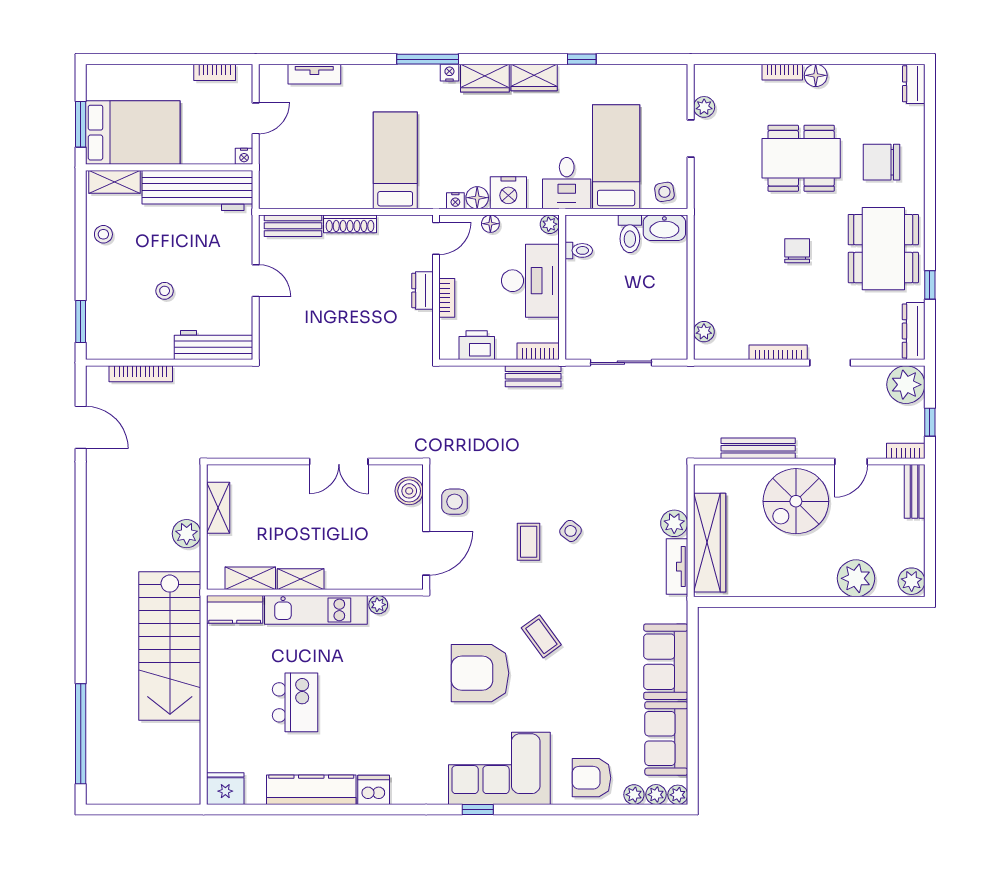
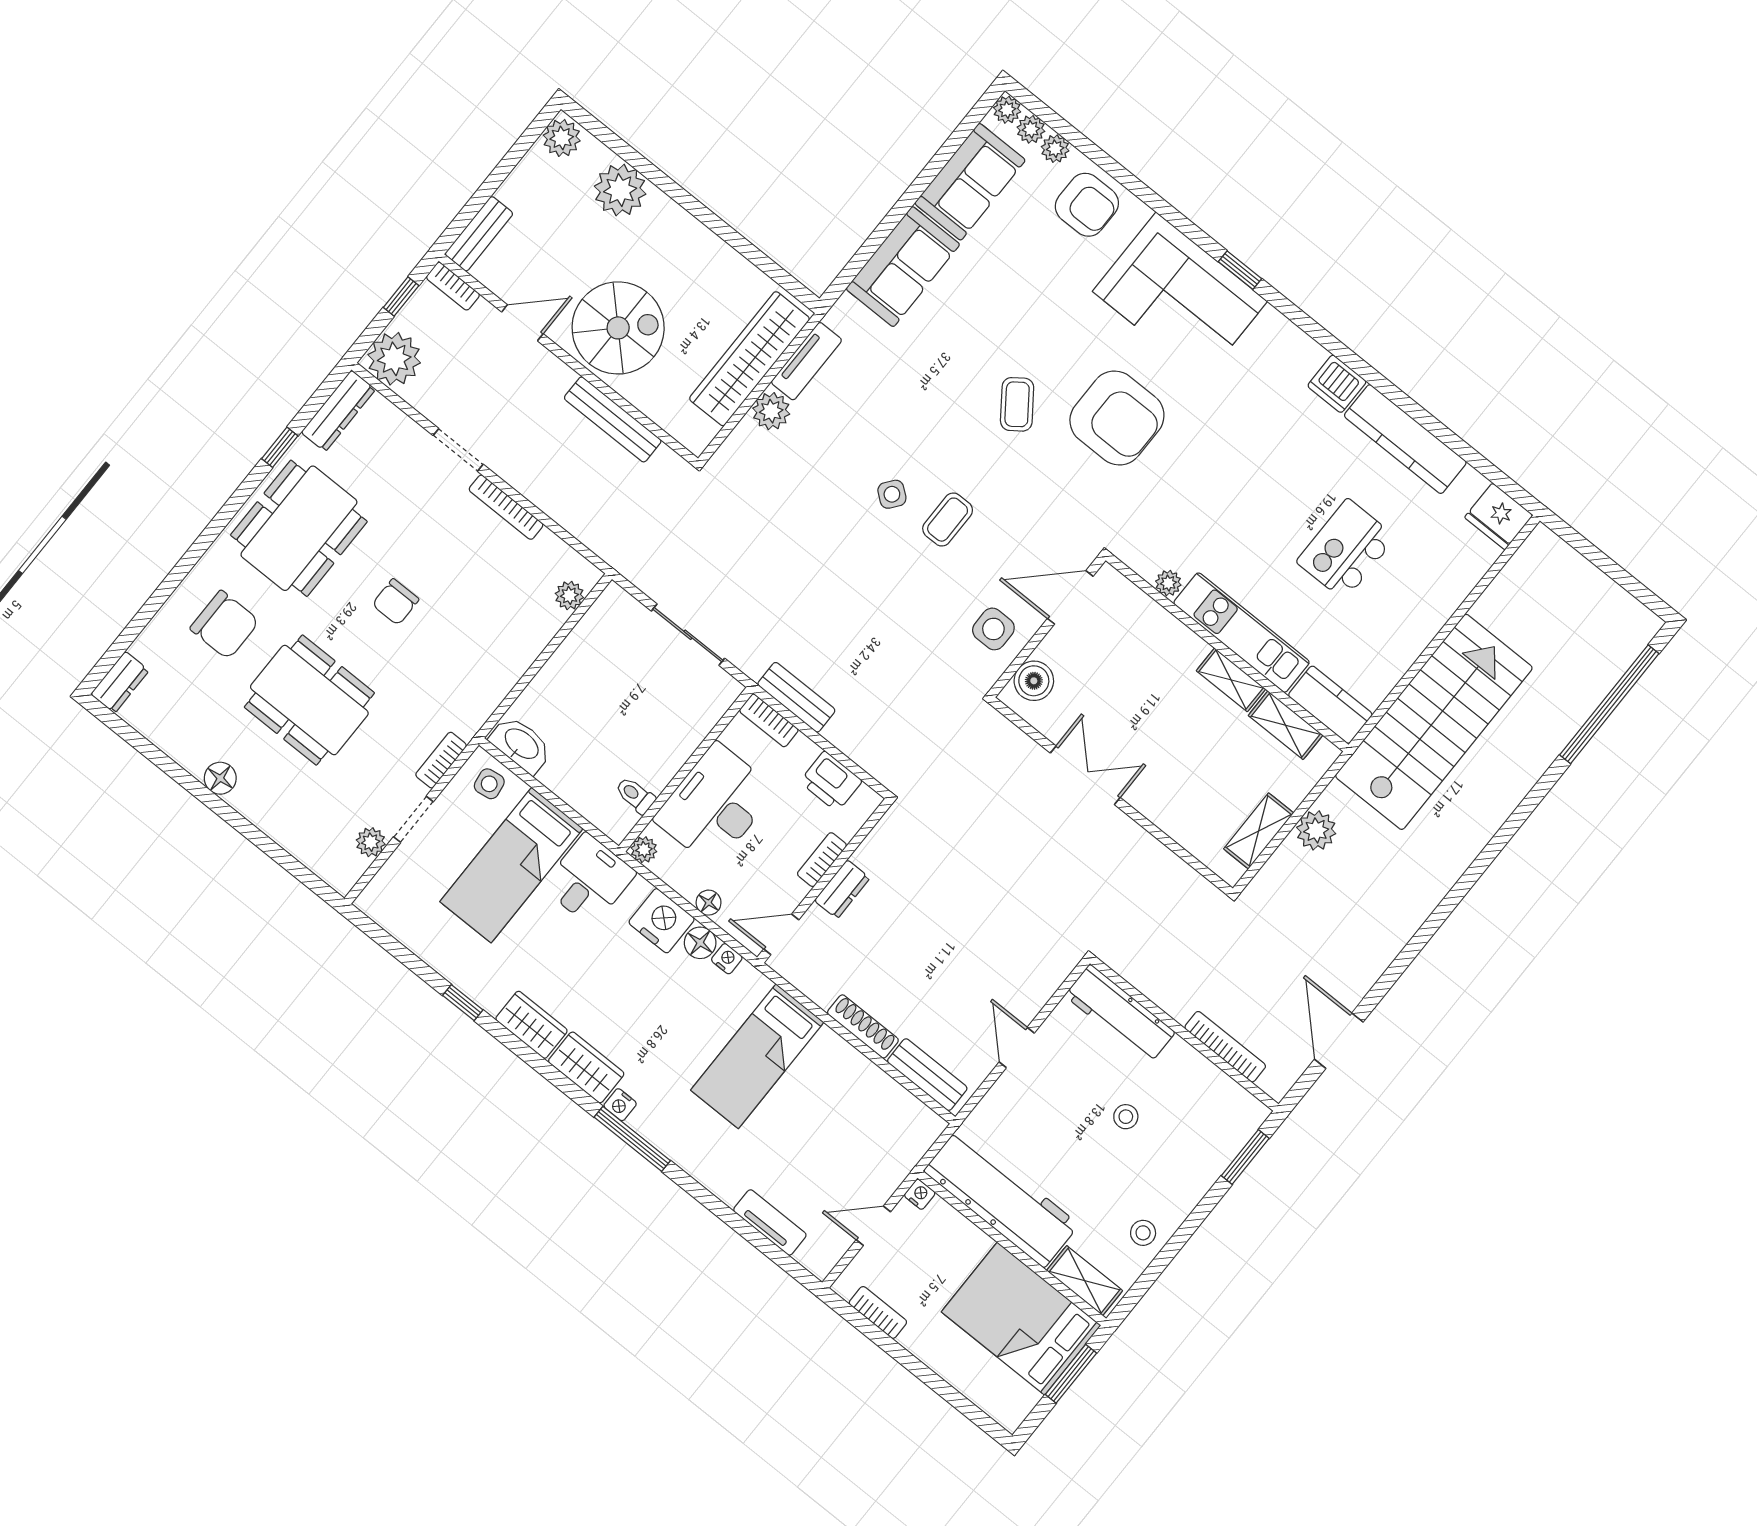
bookcase: (782, 72) -> (441, 760), moved, turned -90
toilet: (630, 234) -> (564, 768), removed

